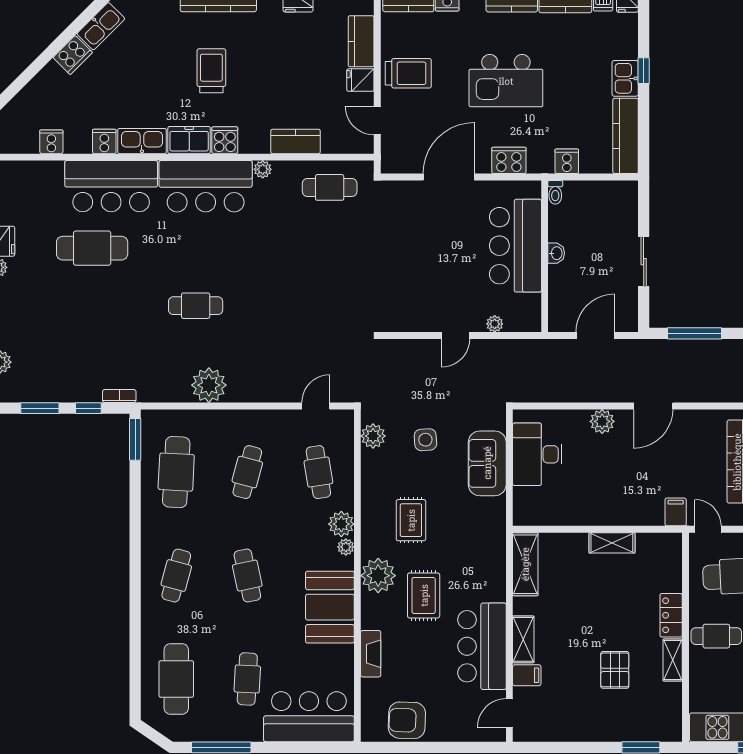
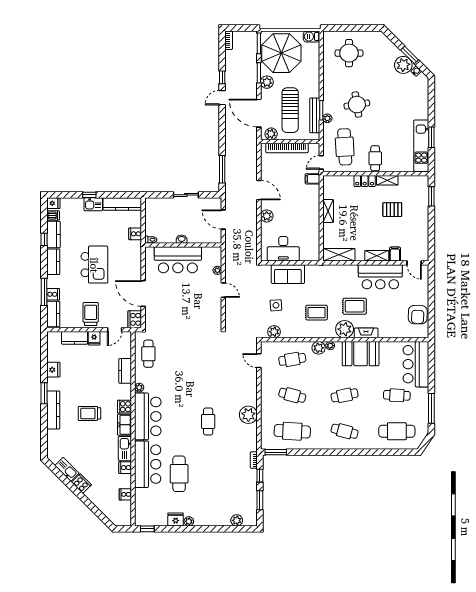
cooker: (509, 160) -> (135, 319), moved
fireplace: (371, 654) -> (366, 333), moved

